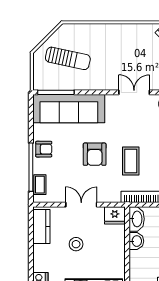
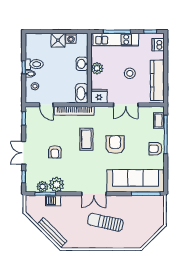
sun lounger: (68, 58) -> (105, 222), moved
double door: (134, 92) -> (94, 194), moved
kitchen counter: (41, 227) -> (157, 80), width x1.50
washbasin: (136, 241) -> (82, 64), moved
plant: (117, 250) -> (97, 68), added

